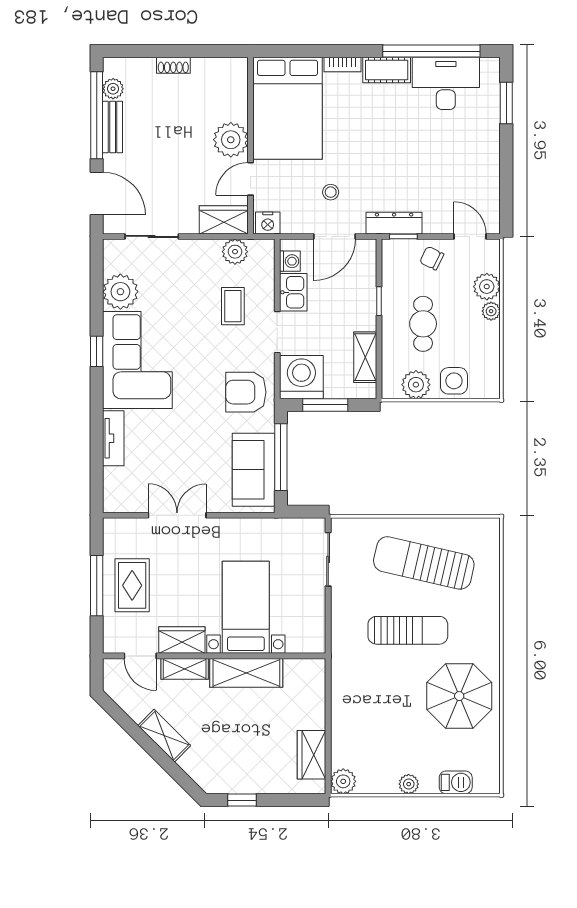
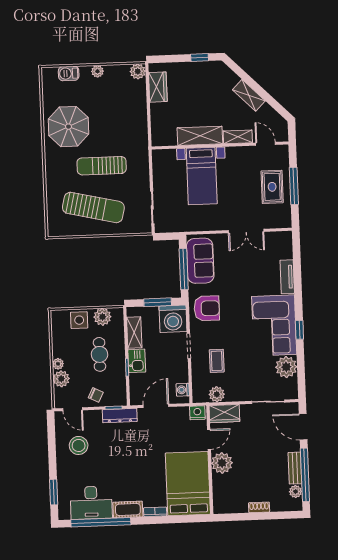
stool: (331, 192) -> (79, 445), moved, width x1.89, depth x1.89
kitchen sink: (293, 292) -> (137, 361), moved, turned 180
wardrobe: (182, 640) -> (240, 154), removed

